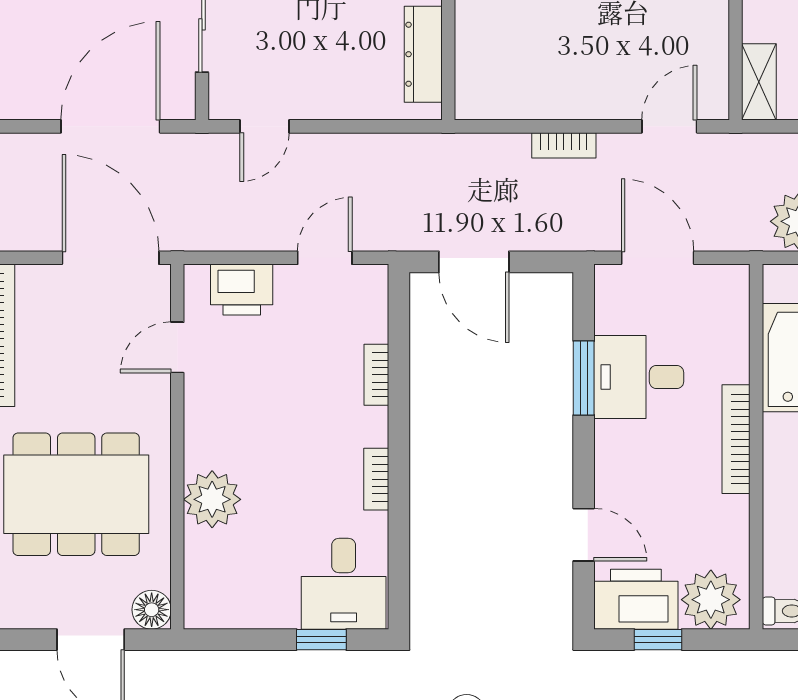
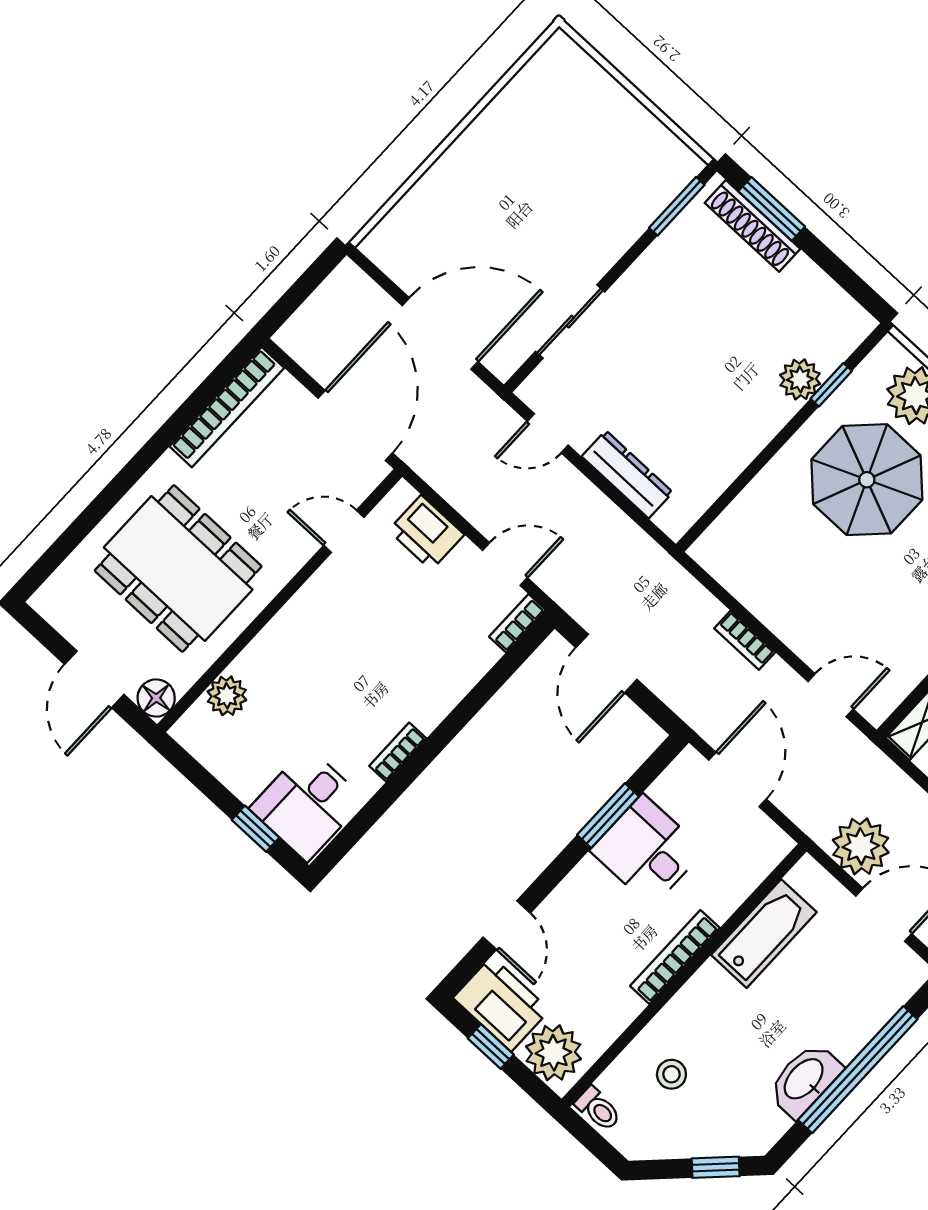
dresser: (423, 54) -> (627, 474), moved, turned 90
bookcase: (376, 375) -> (517, 623), moved
plant: (212, 499) -> (227, 696), moved, width x0.73, depth x0.73

